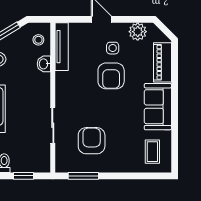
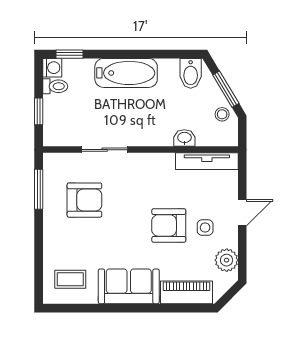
stool: (38, 40) -> (222, 114), moved

